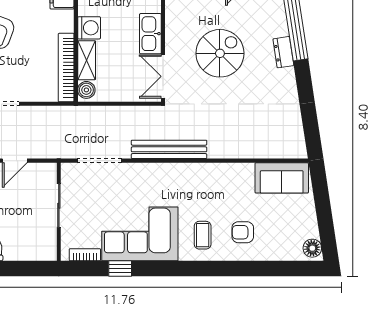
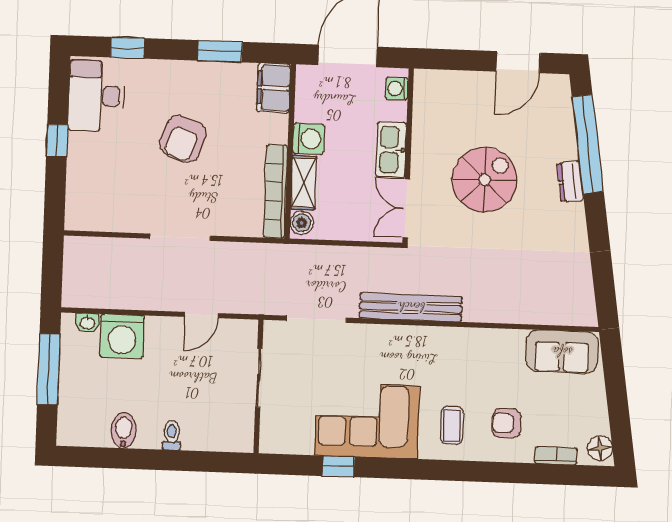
bookcase: (85, 255) -> (556, 456), moved

